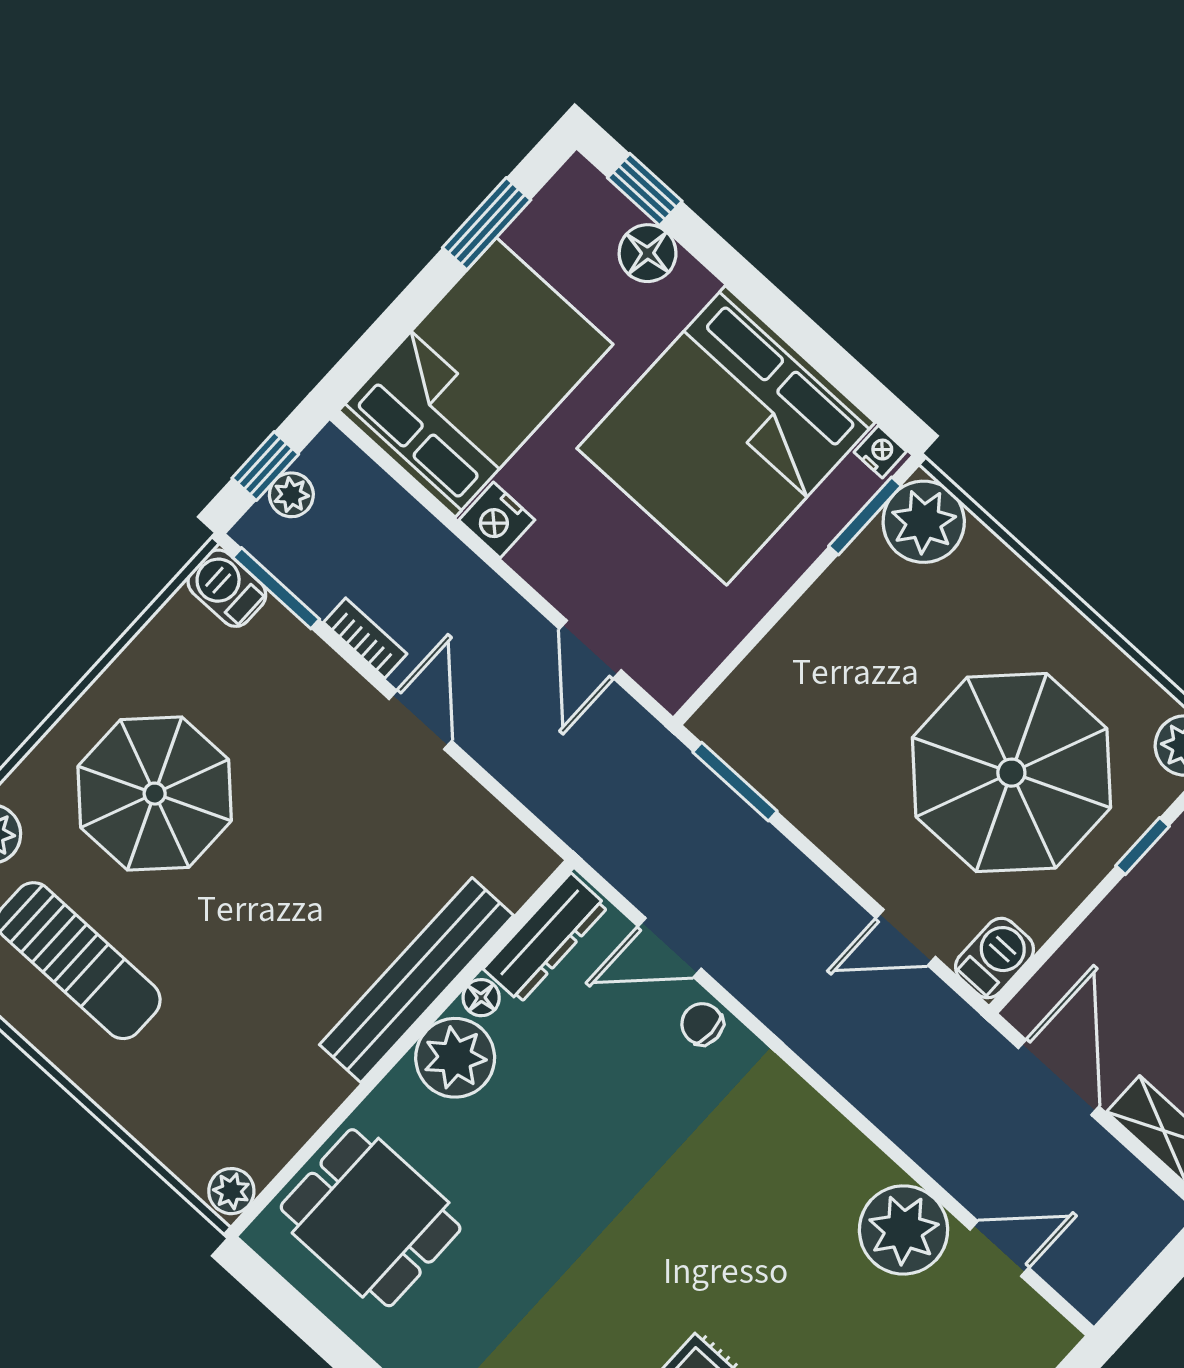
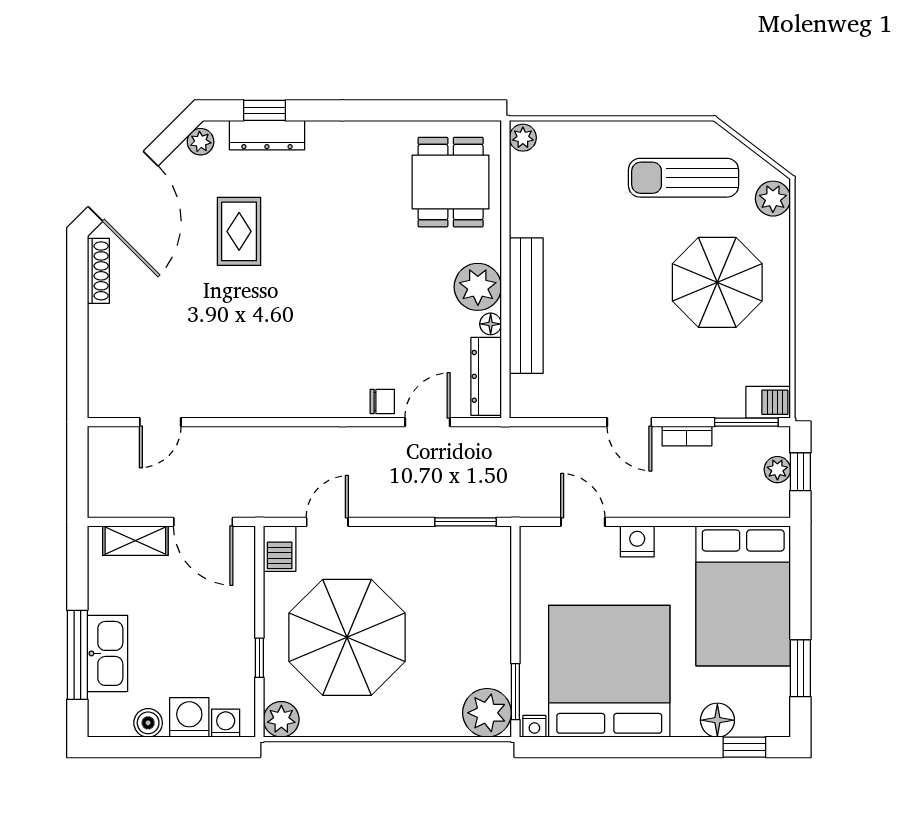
nightstand: (497, 520) -> (637, 541), moved
dining table: (371, 1218) -> (451, 182), turned 90
plant: (904, 1230) -> (210, 392), removed

